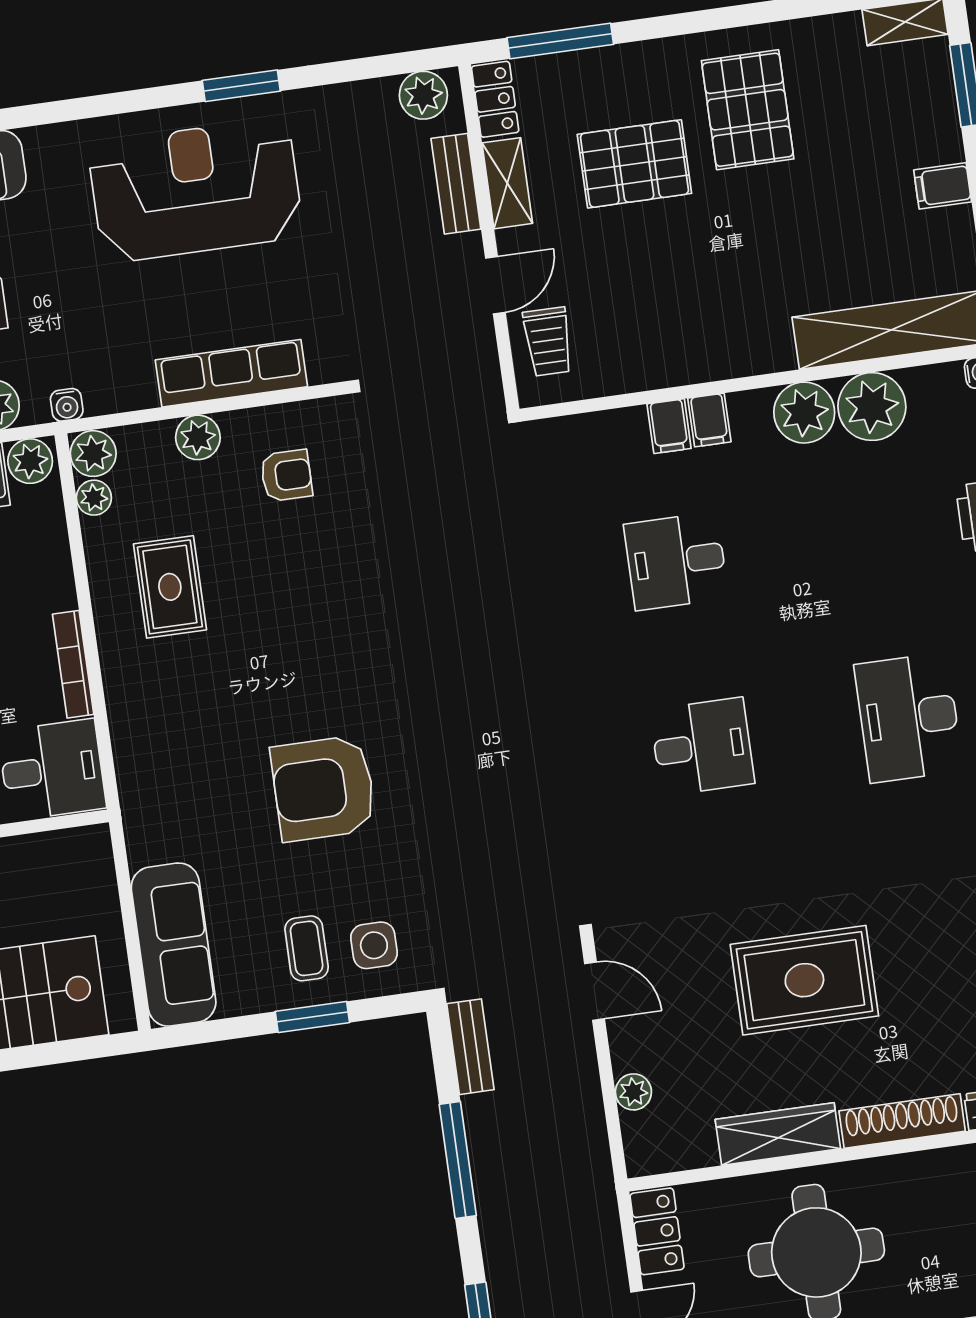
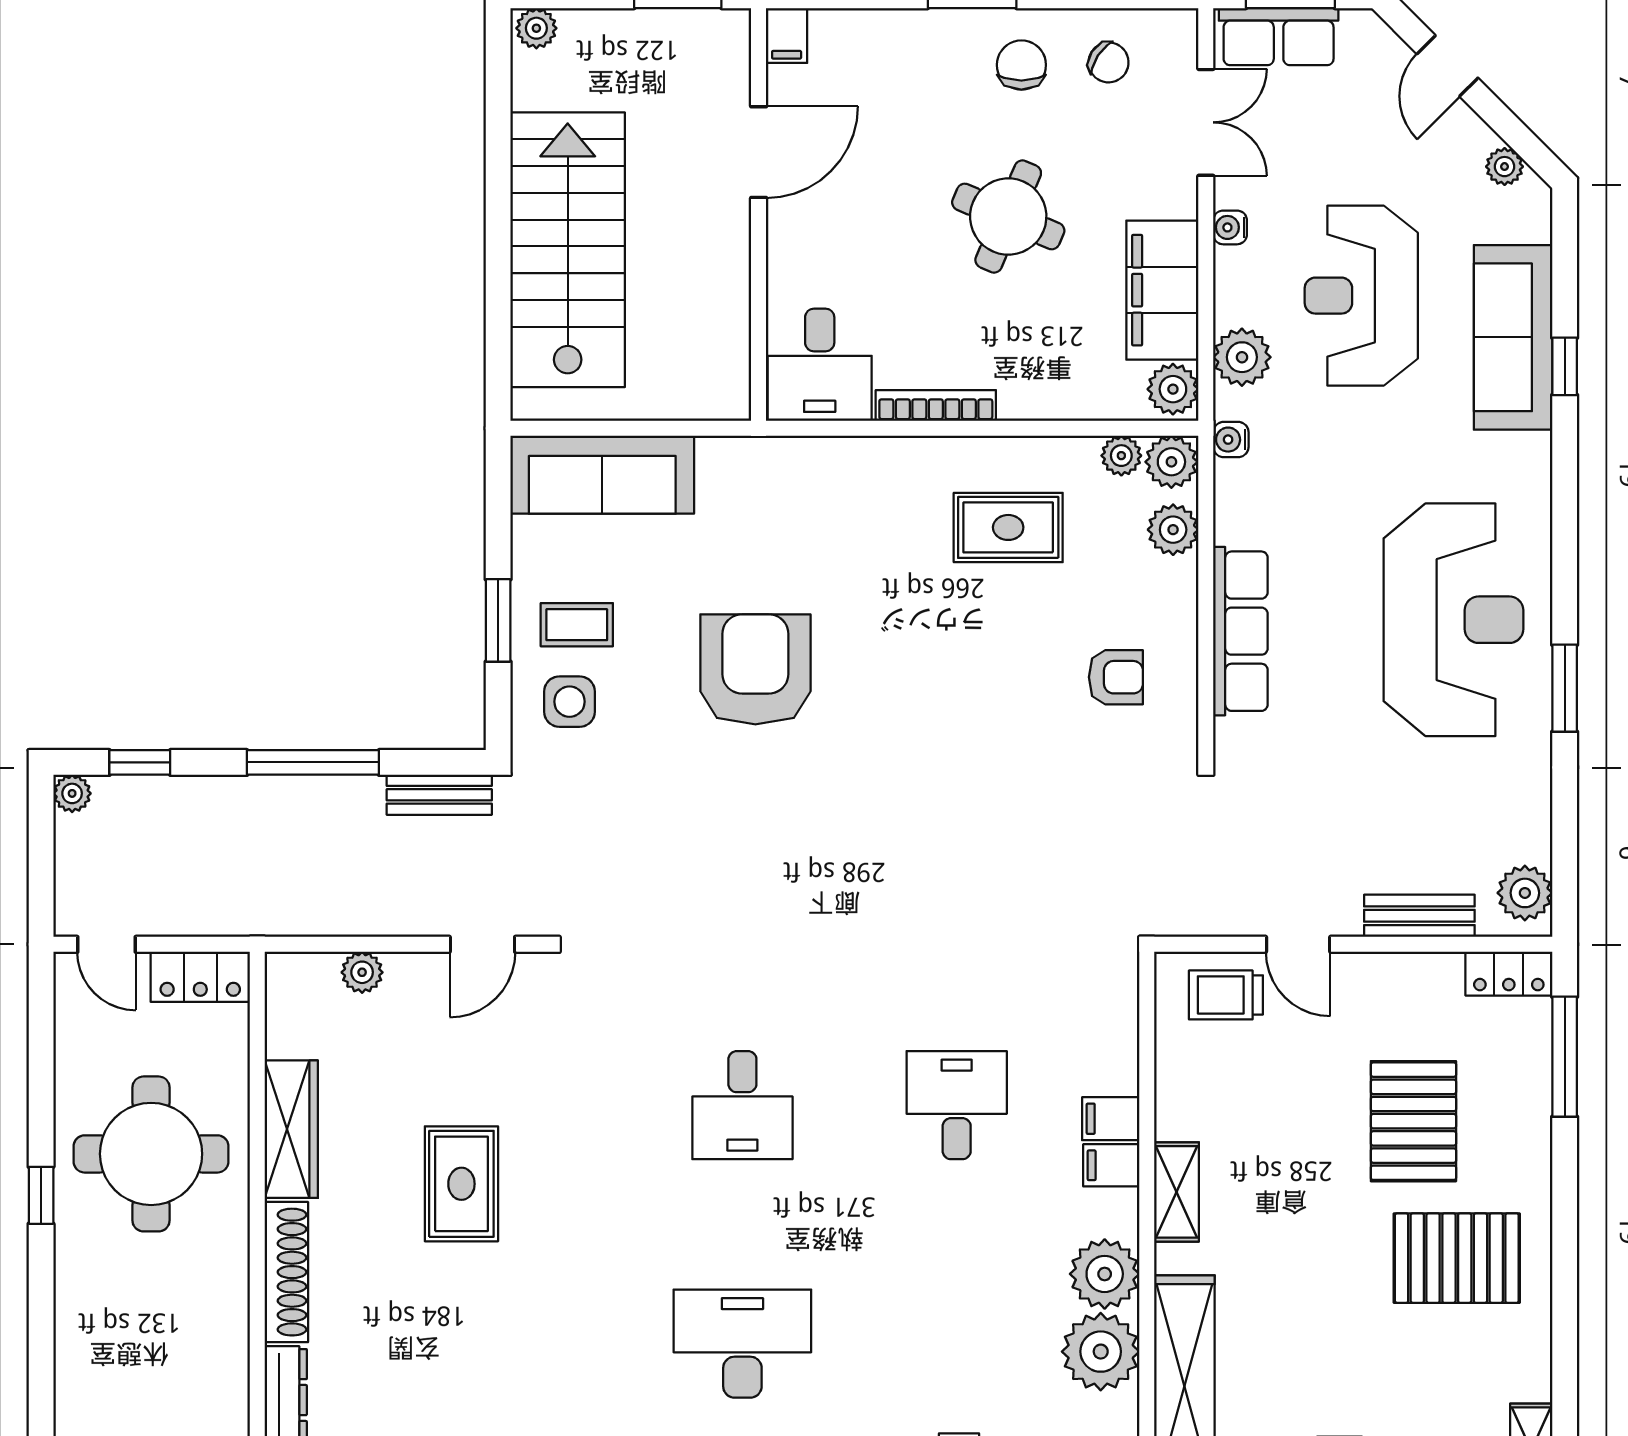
shelving: (507, 183) -> (1177, 1192), moved, turned 90
plant: (198, 437) -> (1173, 530), moved
armchair: (286, 475) -> (1116, 677), turned -90
rug: (804, 980) -> (461, 1184), width x0.73, depth x0.70

